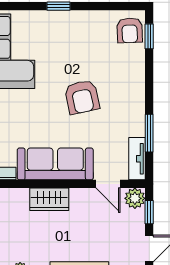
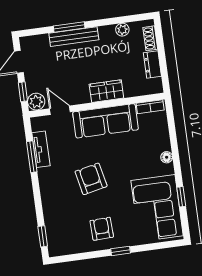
armchair: (130, 30) -> (102, 229), moved
tv unit: (137, 159) -> (41, 149), moved

